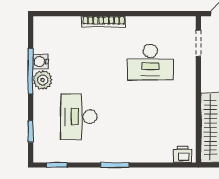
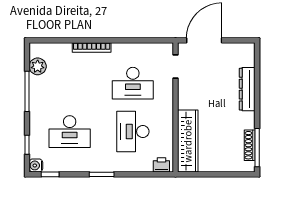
water cooler: (41, 61) -> (36, 165), moved
plant: (43, 80) -> (38, 66), moved
desk: (79, 117) -> (70, 132), turned -90
desk: (150, 117) -> (133, 132), added

